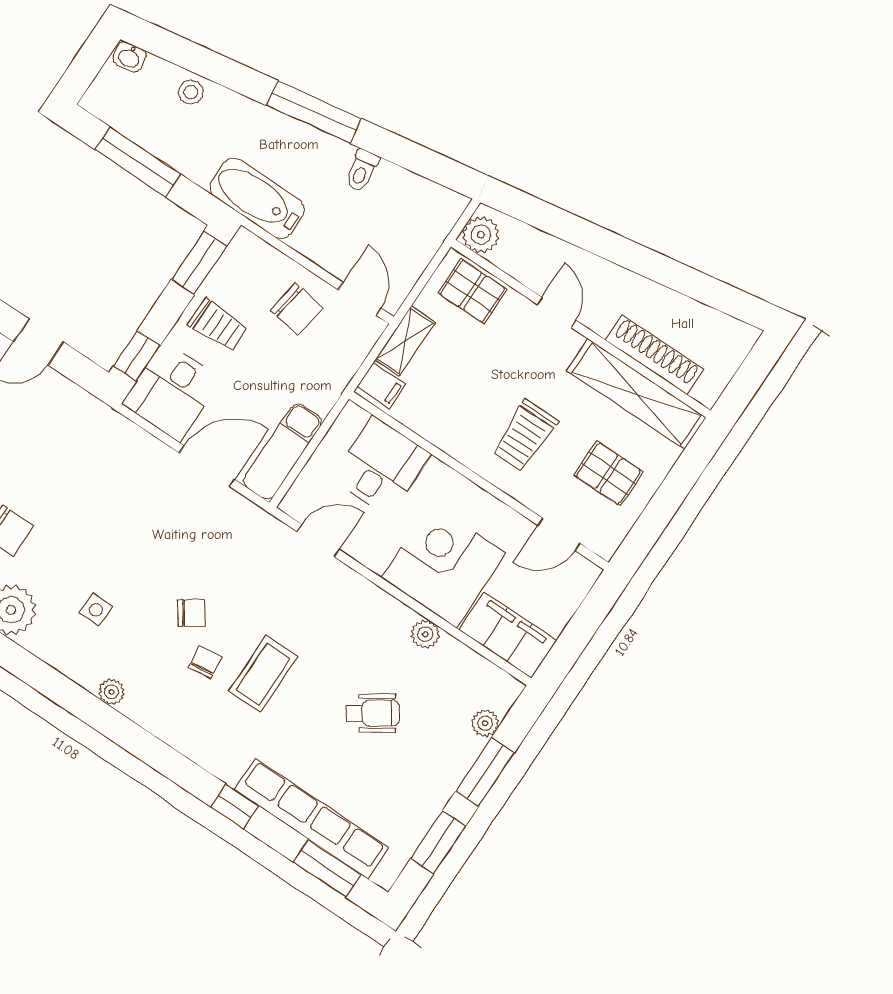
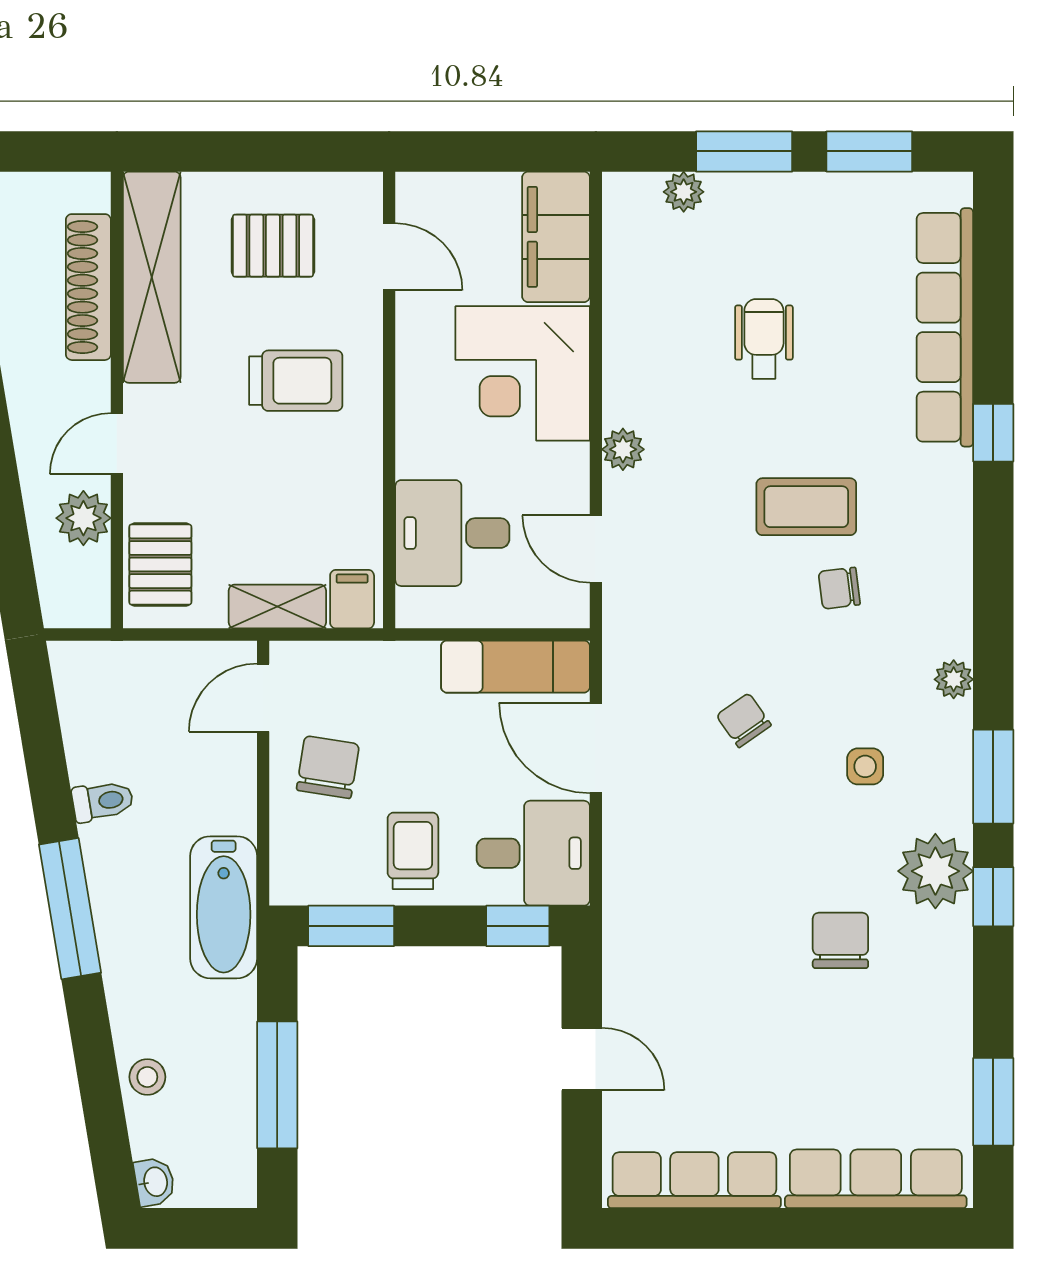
plant: (481, 235) -> (83, 518), moved
pallet: (609, 474) -> (273, 246), turned 90
chair: (191, 613) -> (744, 720), moved
plant: (425, 634) -> (623, 449), moved
wheelchair: (373, 713) -> (764, 339), turned 34
window: (327, 868) -> (993, 777), moved

